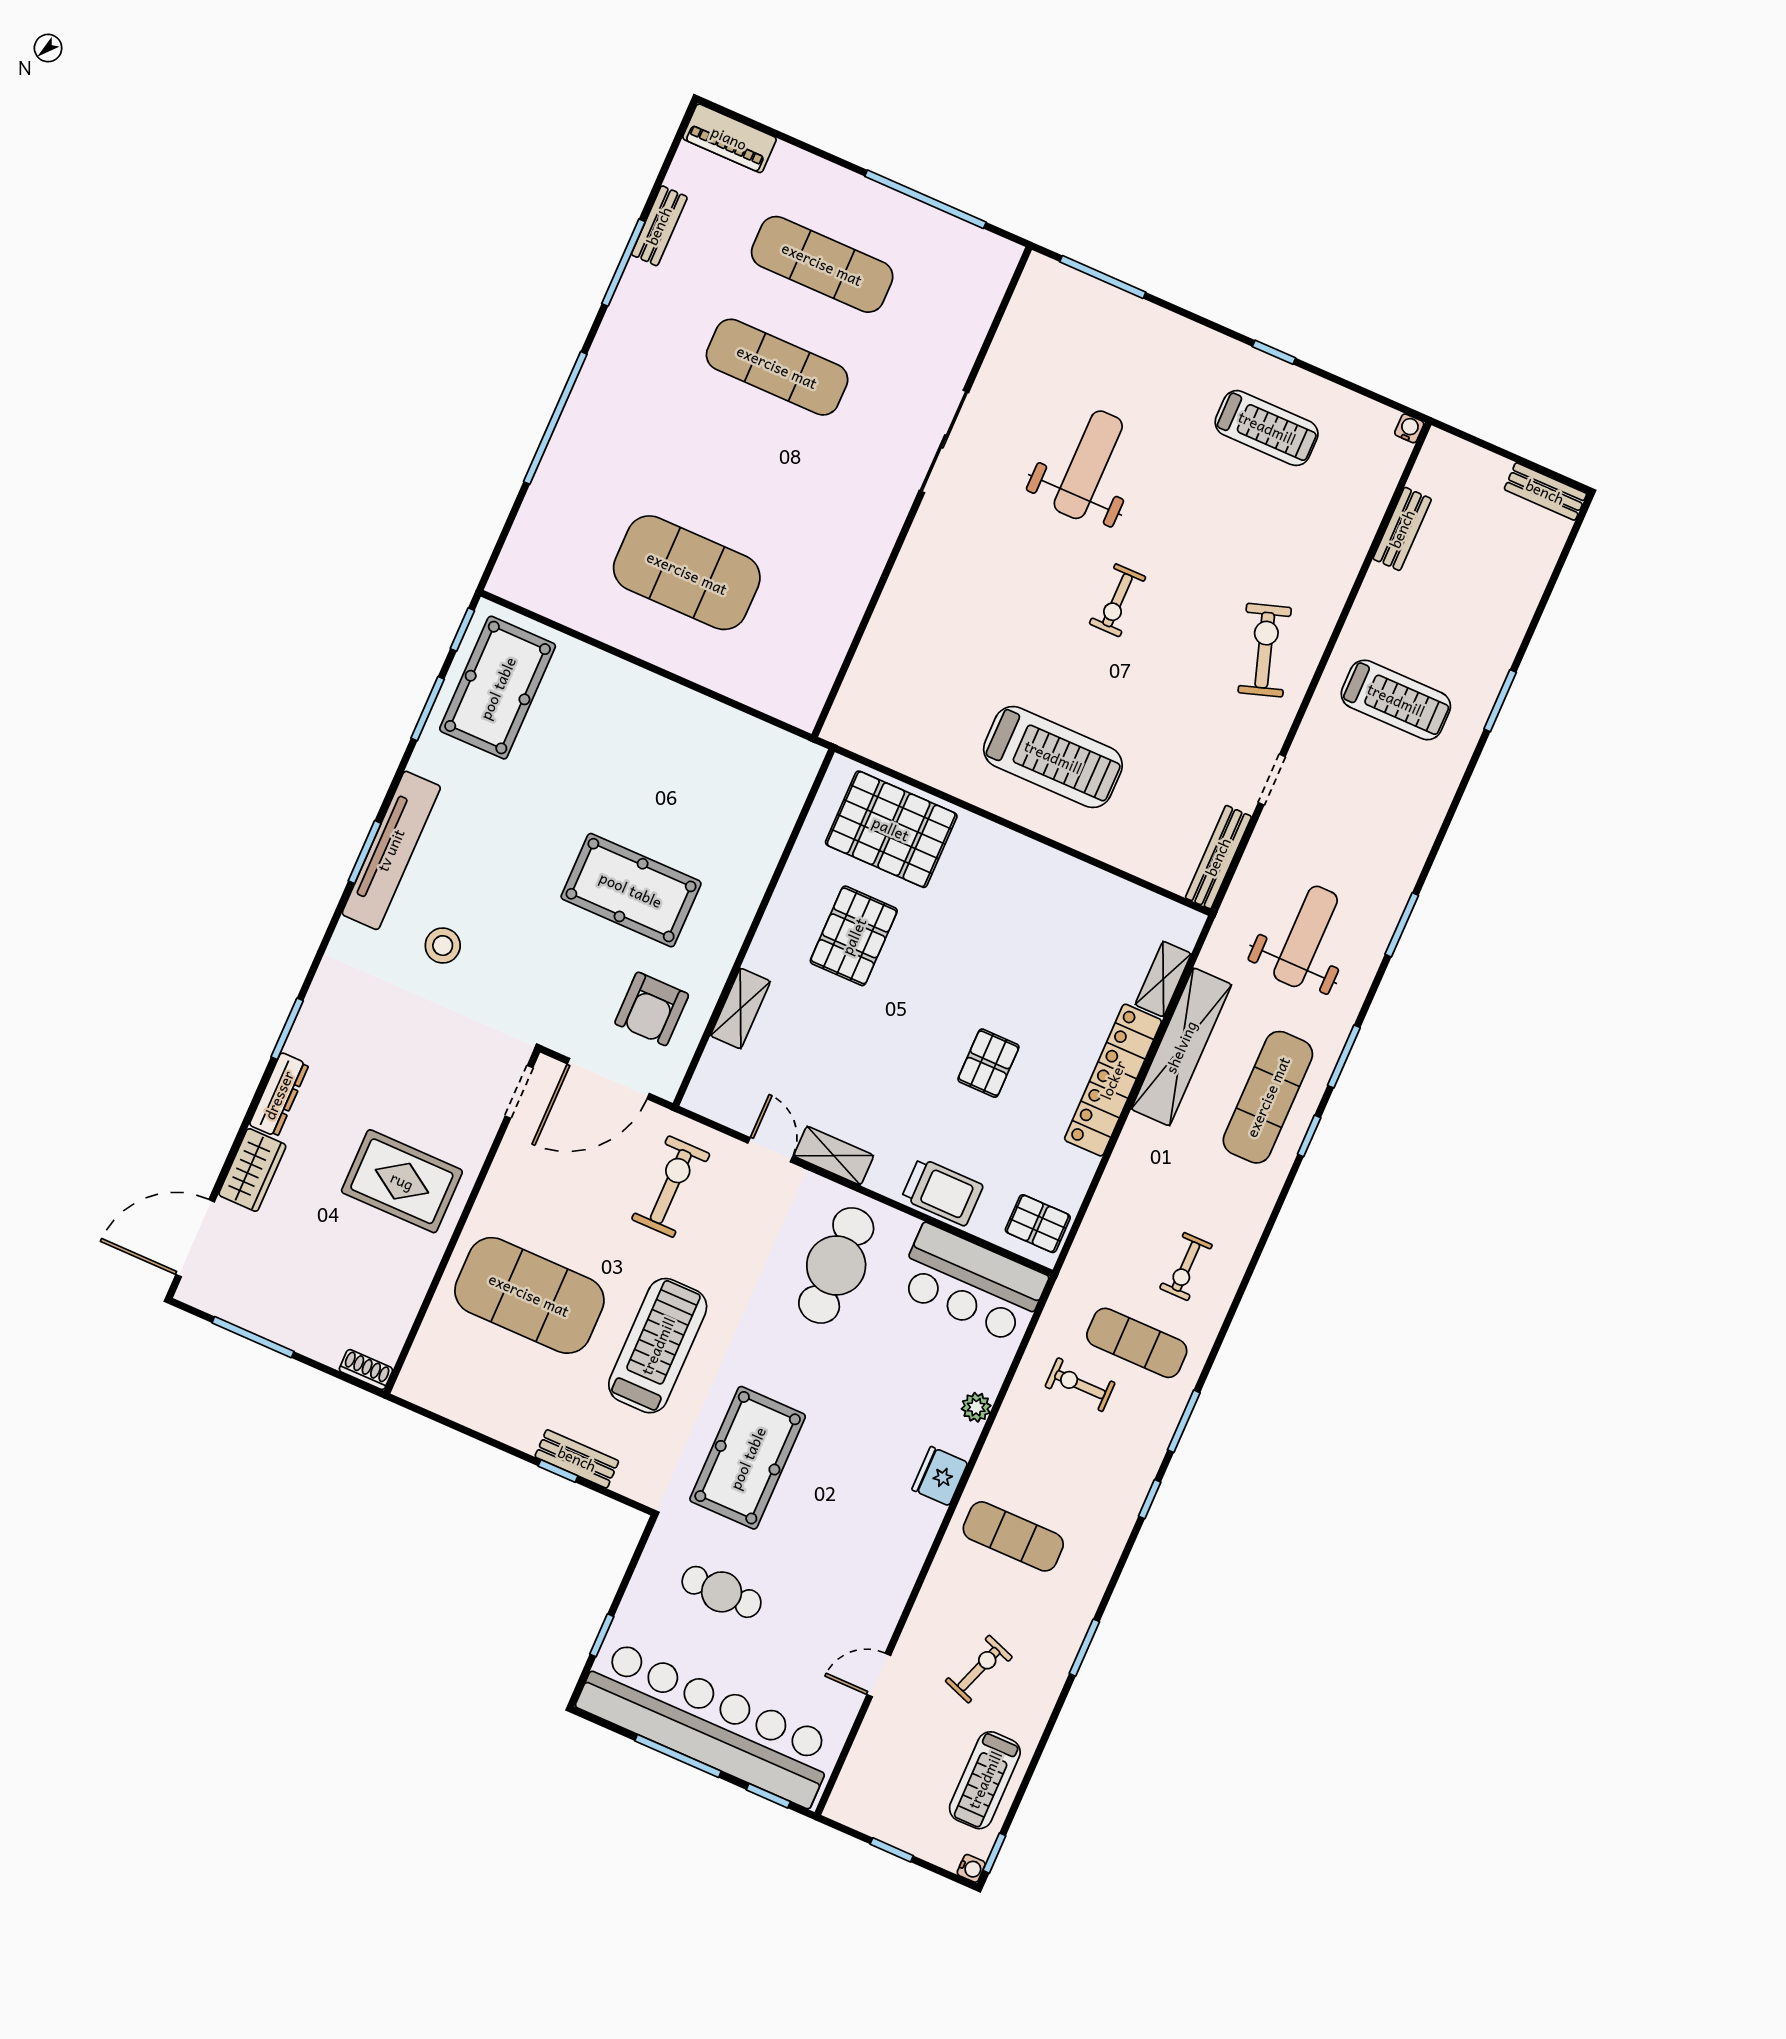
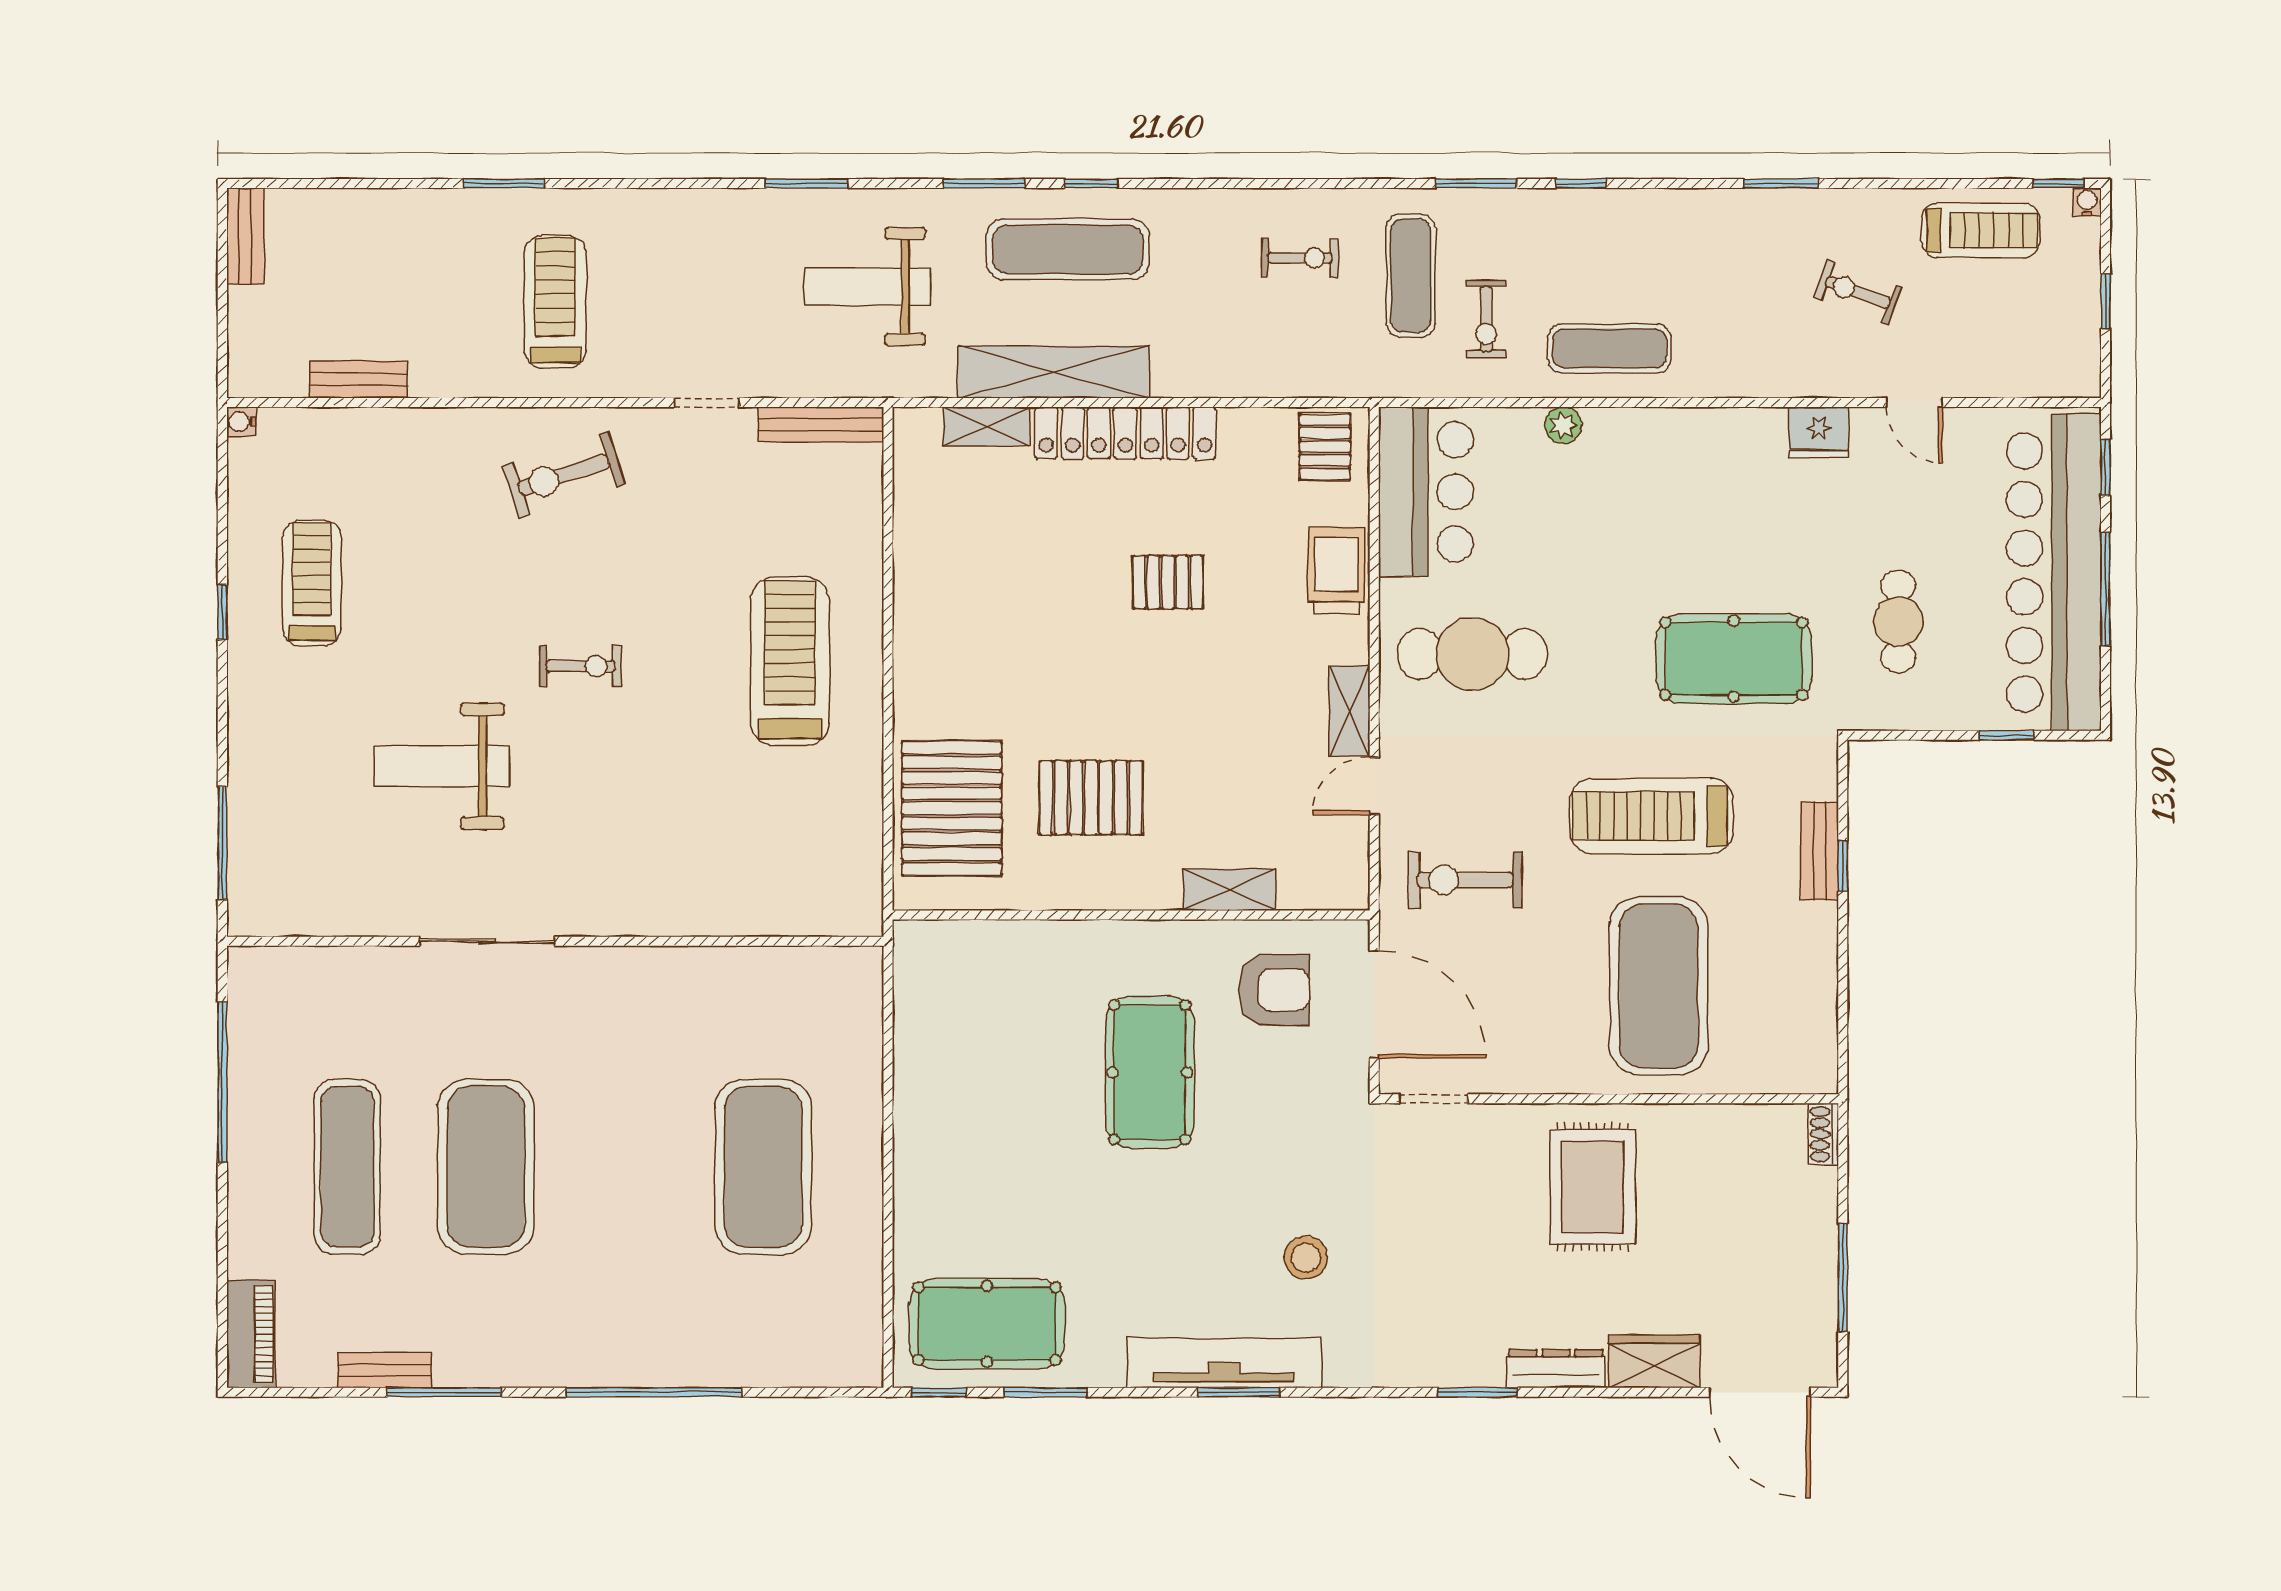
exercise mat: (777, 367) -> (486, 1167), width x1.47
fridge: (940, 1476) -> (1819, 432), moved
exercise mat: (1013, 1536) -> (1610, 348), moved, turned 90

